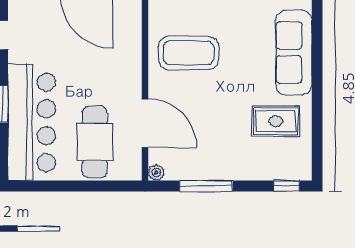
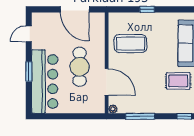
cafe table: (95, 142) -> (80, 67), moved

